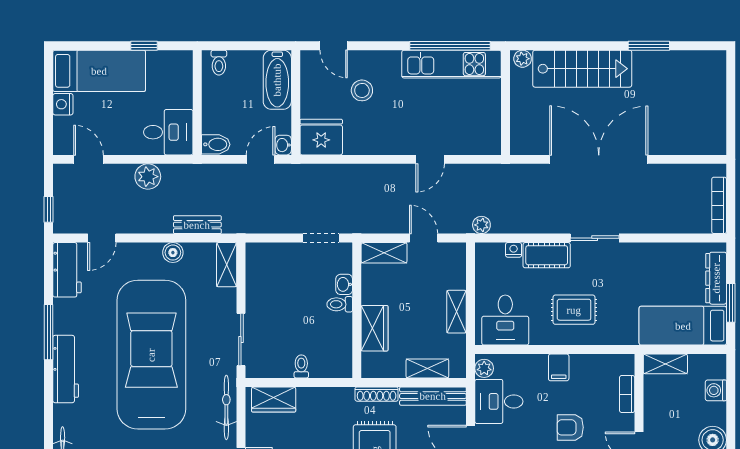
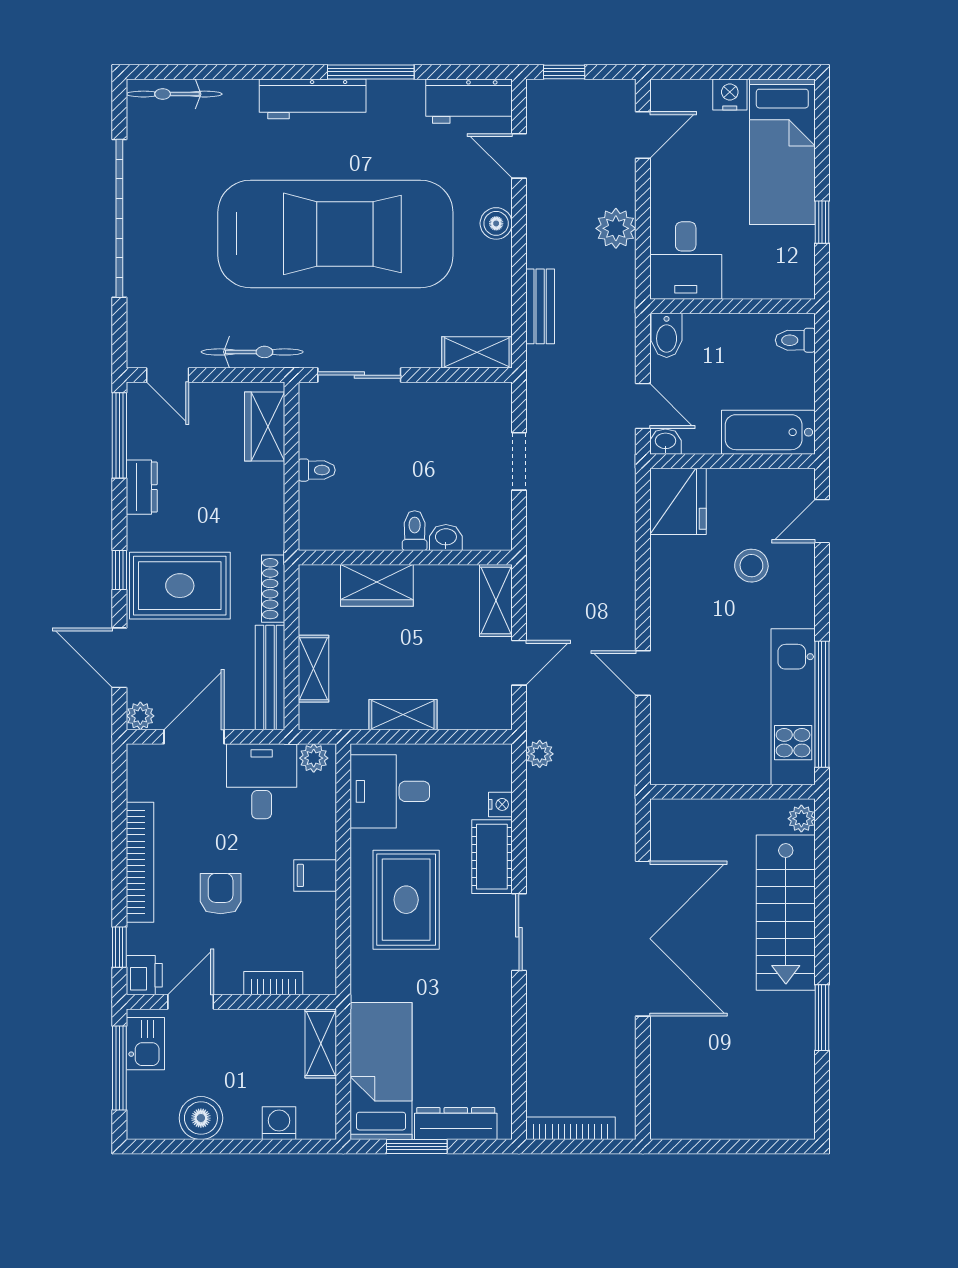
doorway: (321, 238) -> (519, 461), moved
boiler: (173, 253) -> (496, 223), moved
rug: (574, 310) -> (406, 900), width x1.36, depth x1.43

